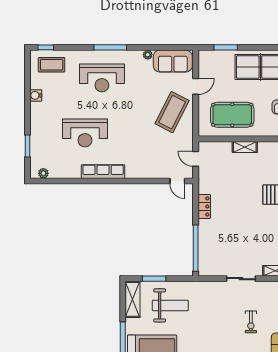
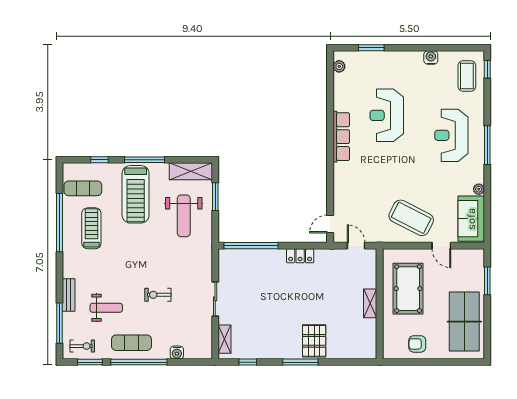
door: (196, 159) -> (356, 246), hinge flipped
exercise bike: (251, 322) -> (158, 295), moved

